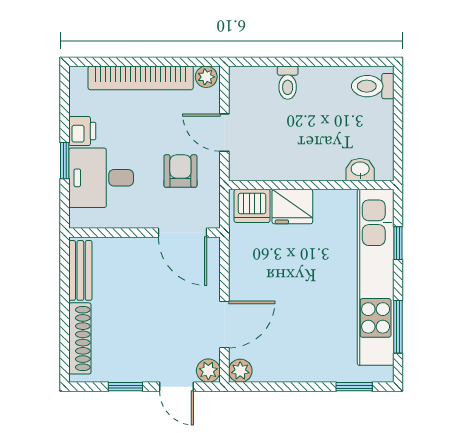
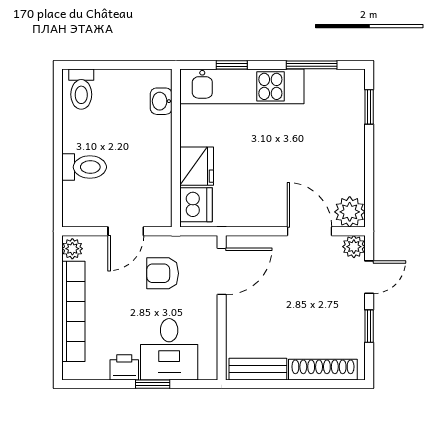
toilet: (288, 83) -> (84, 167), width x1.37, depth x1.39
kitchen unit: (376, 277) -> (242, 86), width x0.73
plant: (240, 371) -> (350, 212), width x1.38, depth x1.38

